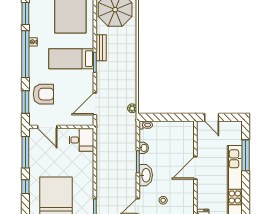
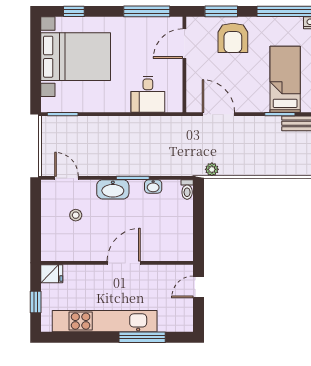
desk: (81, 140) -> (148, 94), moved
door: (195, 168) -> (124, 263), hinge flipped
window: (25, 187) -> (74, 11), moved

